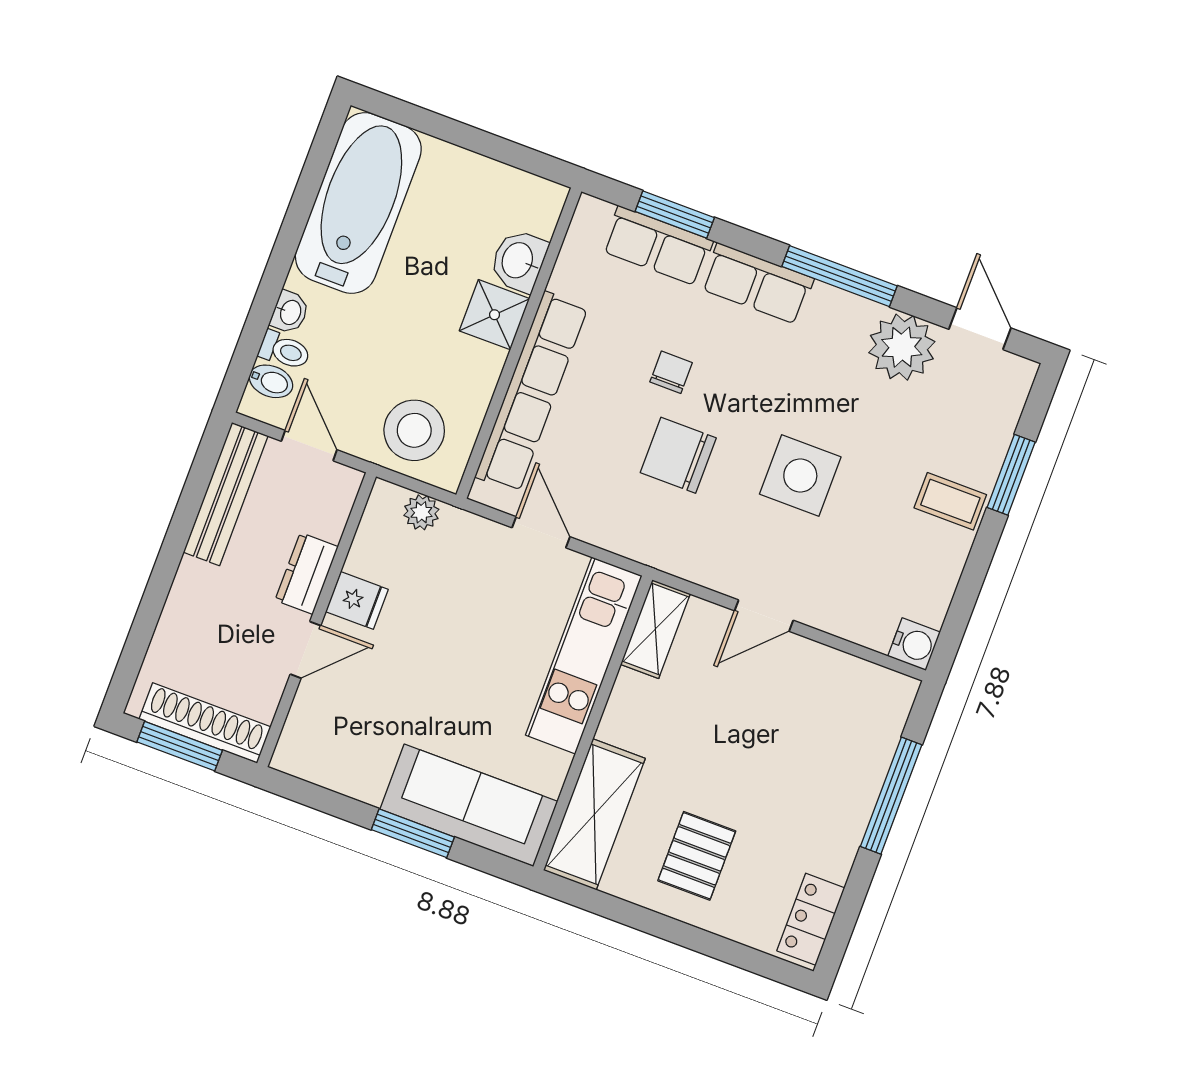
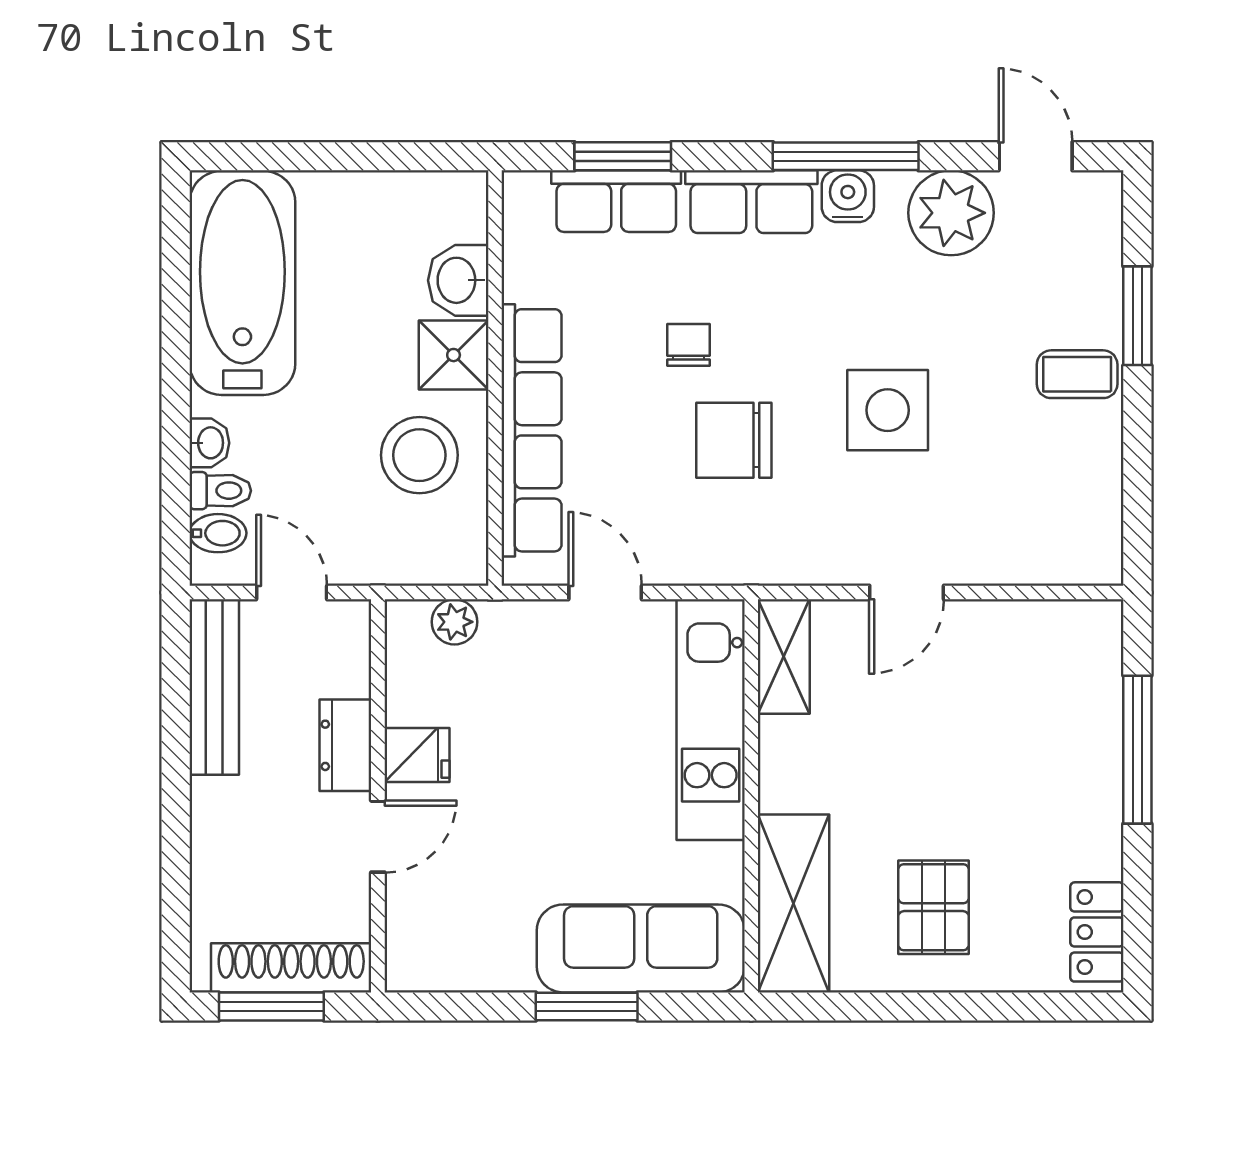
stool: (414, 430) -> (419, 455), moved
water cooler: (914, 644) -> (848, 196), moved, turned -90

